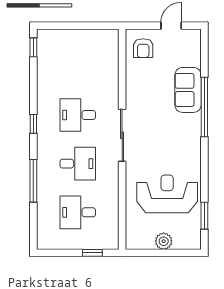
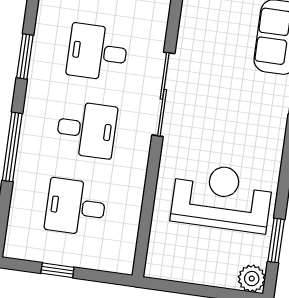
window: (33, 124) -> (25, 56), width x1.50
plant: (164, 241) -> (252, 279), moved
window: (92, 253) -> (57, 270), moved

